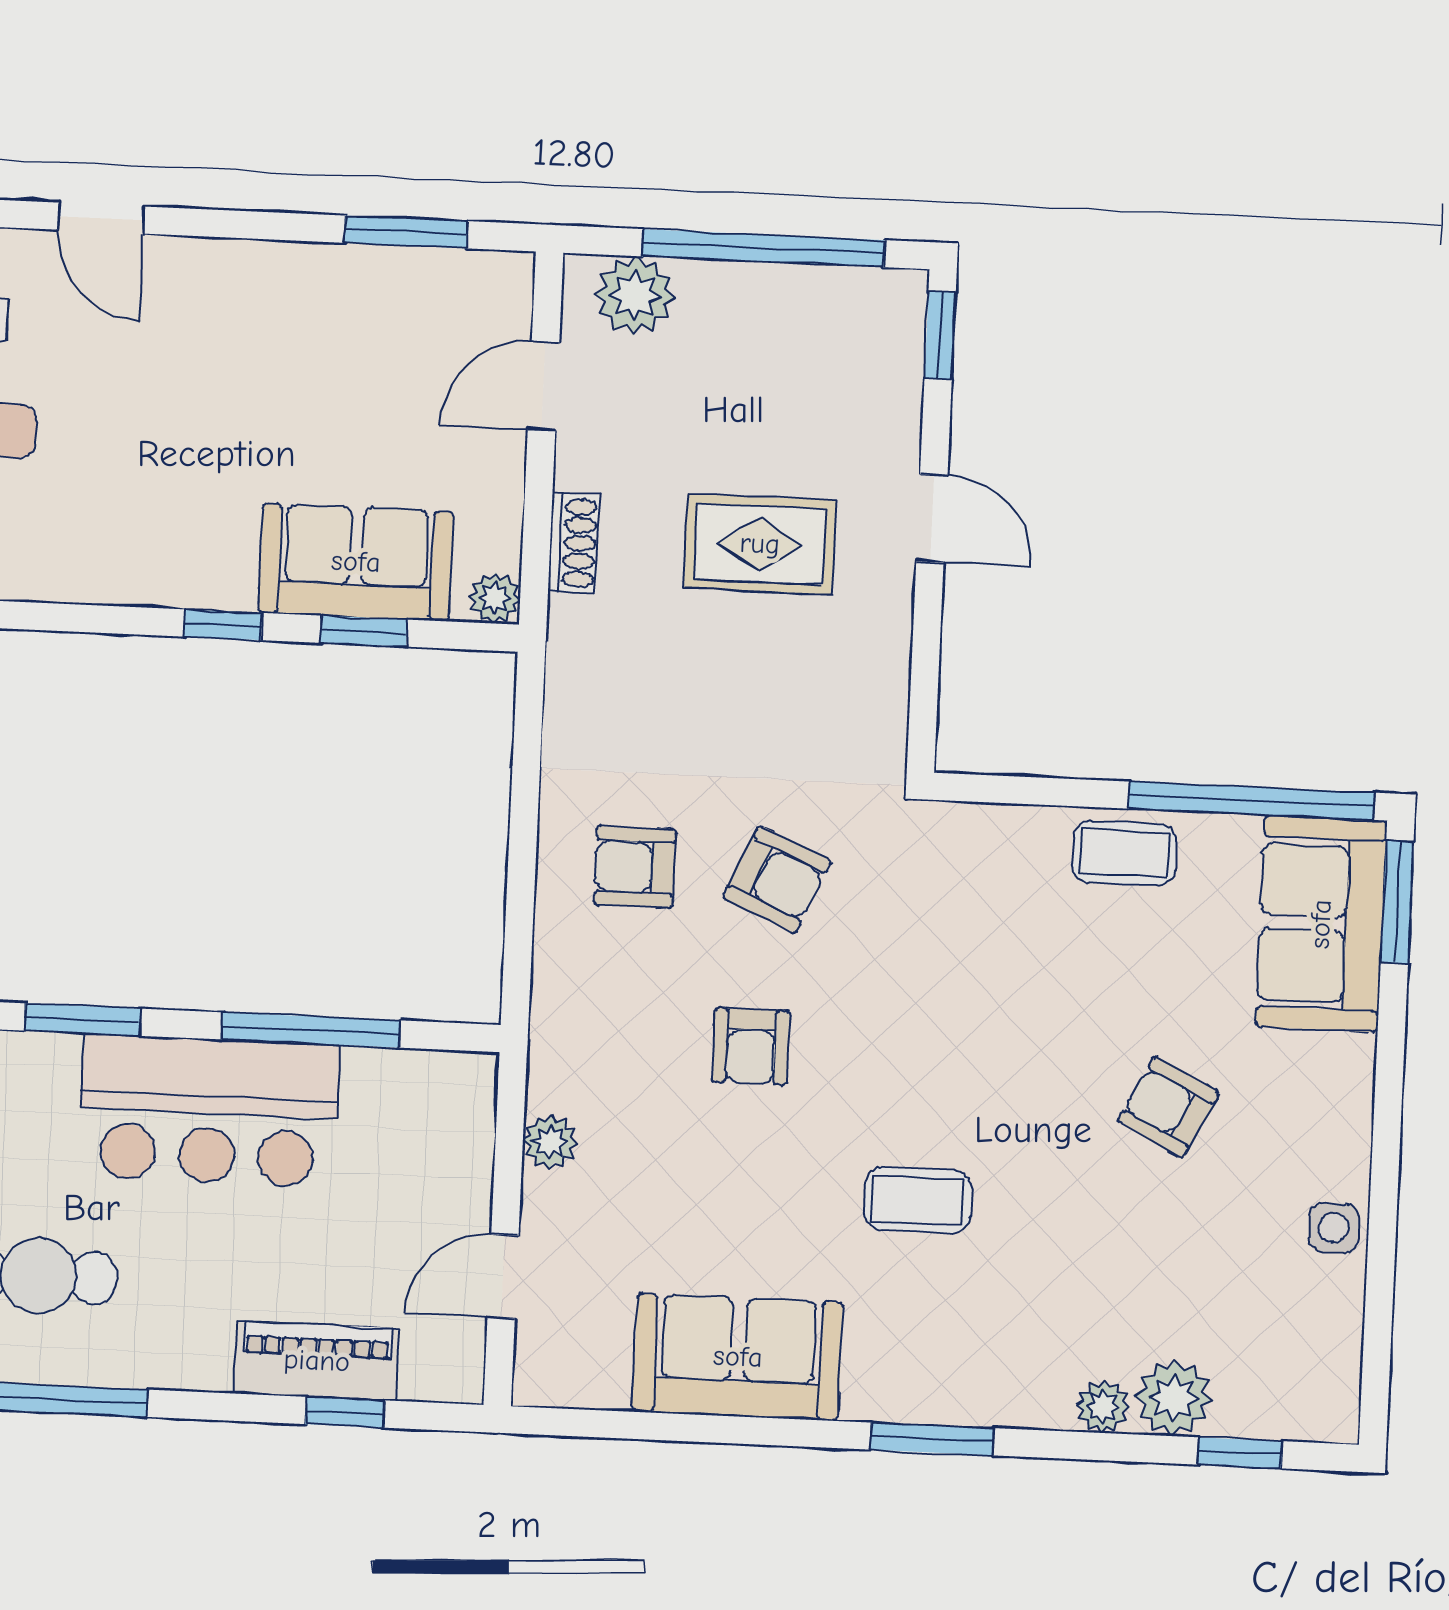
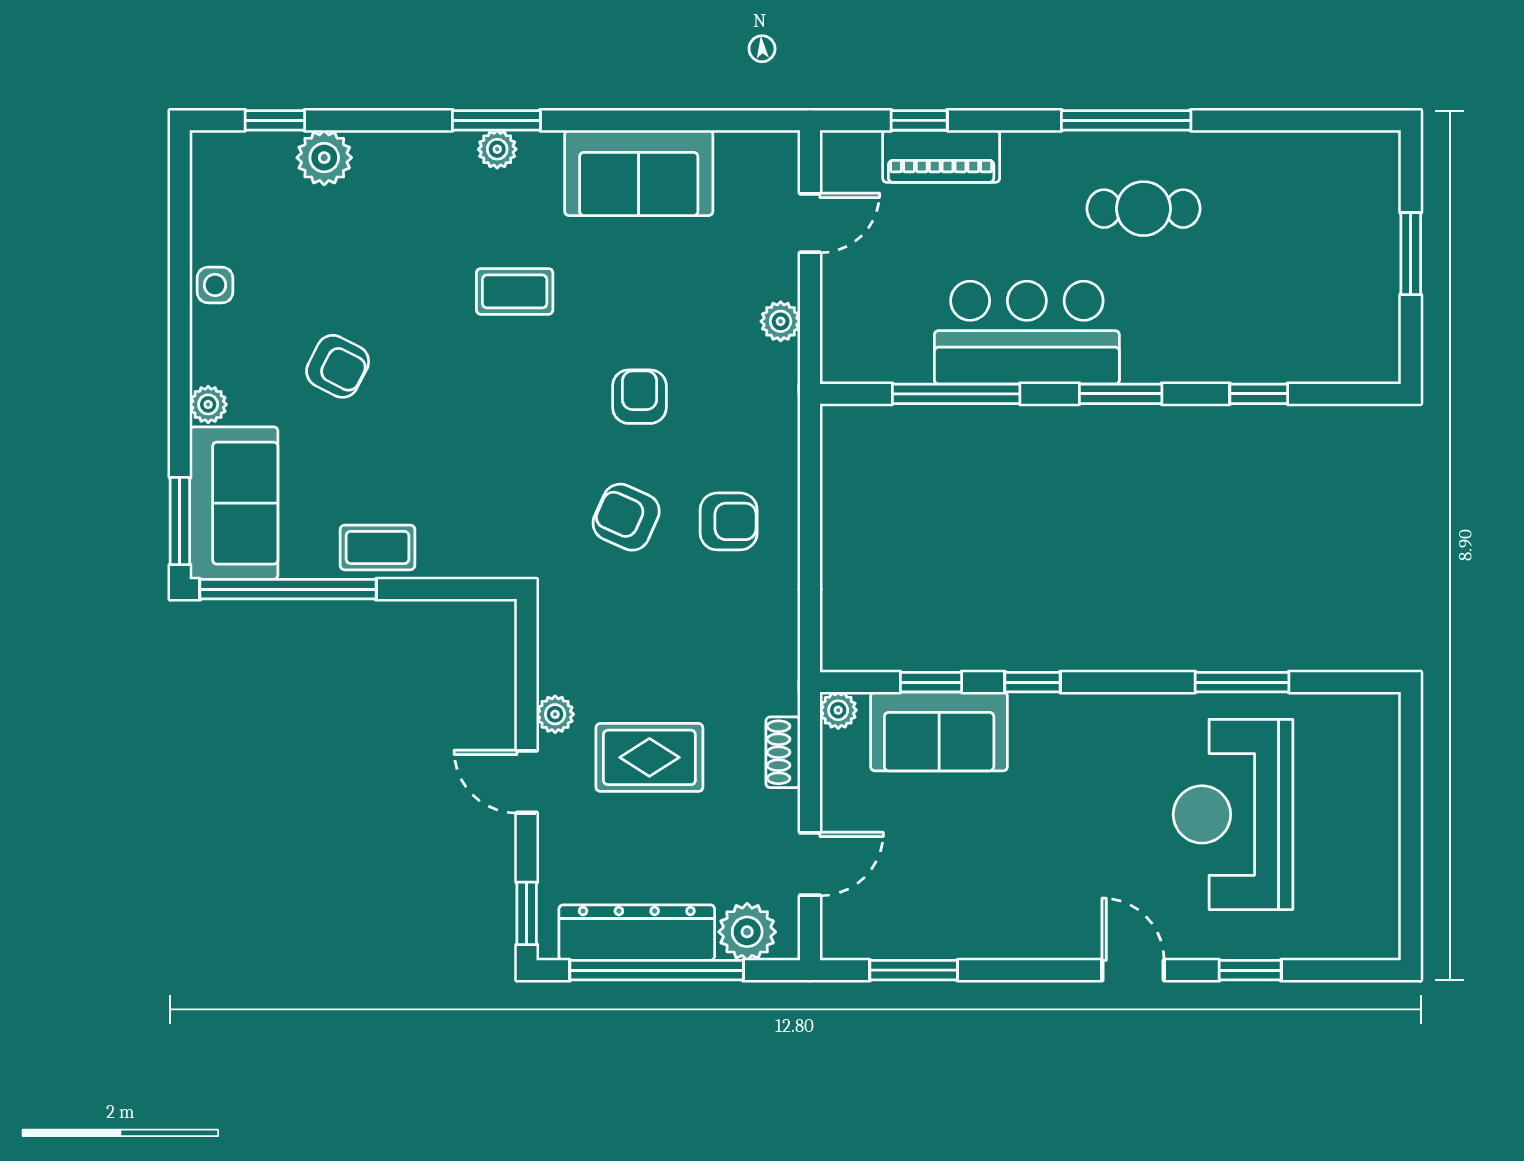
dresser: (788, 302) -> (637, 933), added
plant: (888, 610) -> (555, 714), added
plant: (1351, 1062) -> (208, 404), added
plant: (1103, 1407) -> (497, 149), moved

